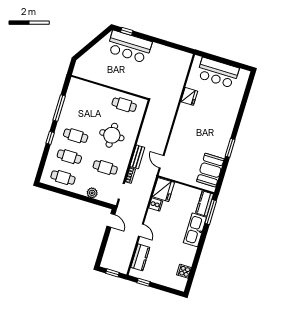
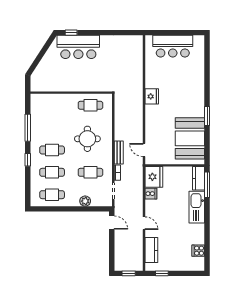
fridge: (189, 96) -> (152, 96), moved
booth: (210, 170) -> (190, 138), width x1.36, depth x1.42

